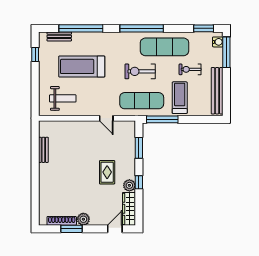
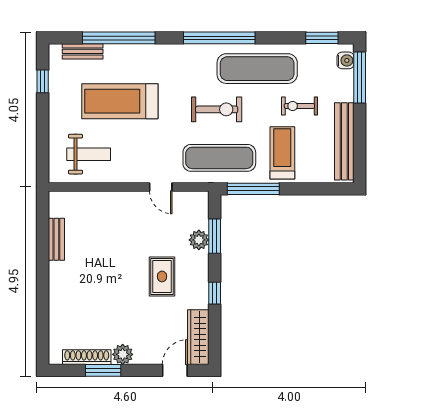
exercise bike: (140, 71) -> (217, 109), turned 180
plant: (129, 185) -> (199, 240), moved

